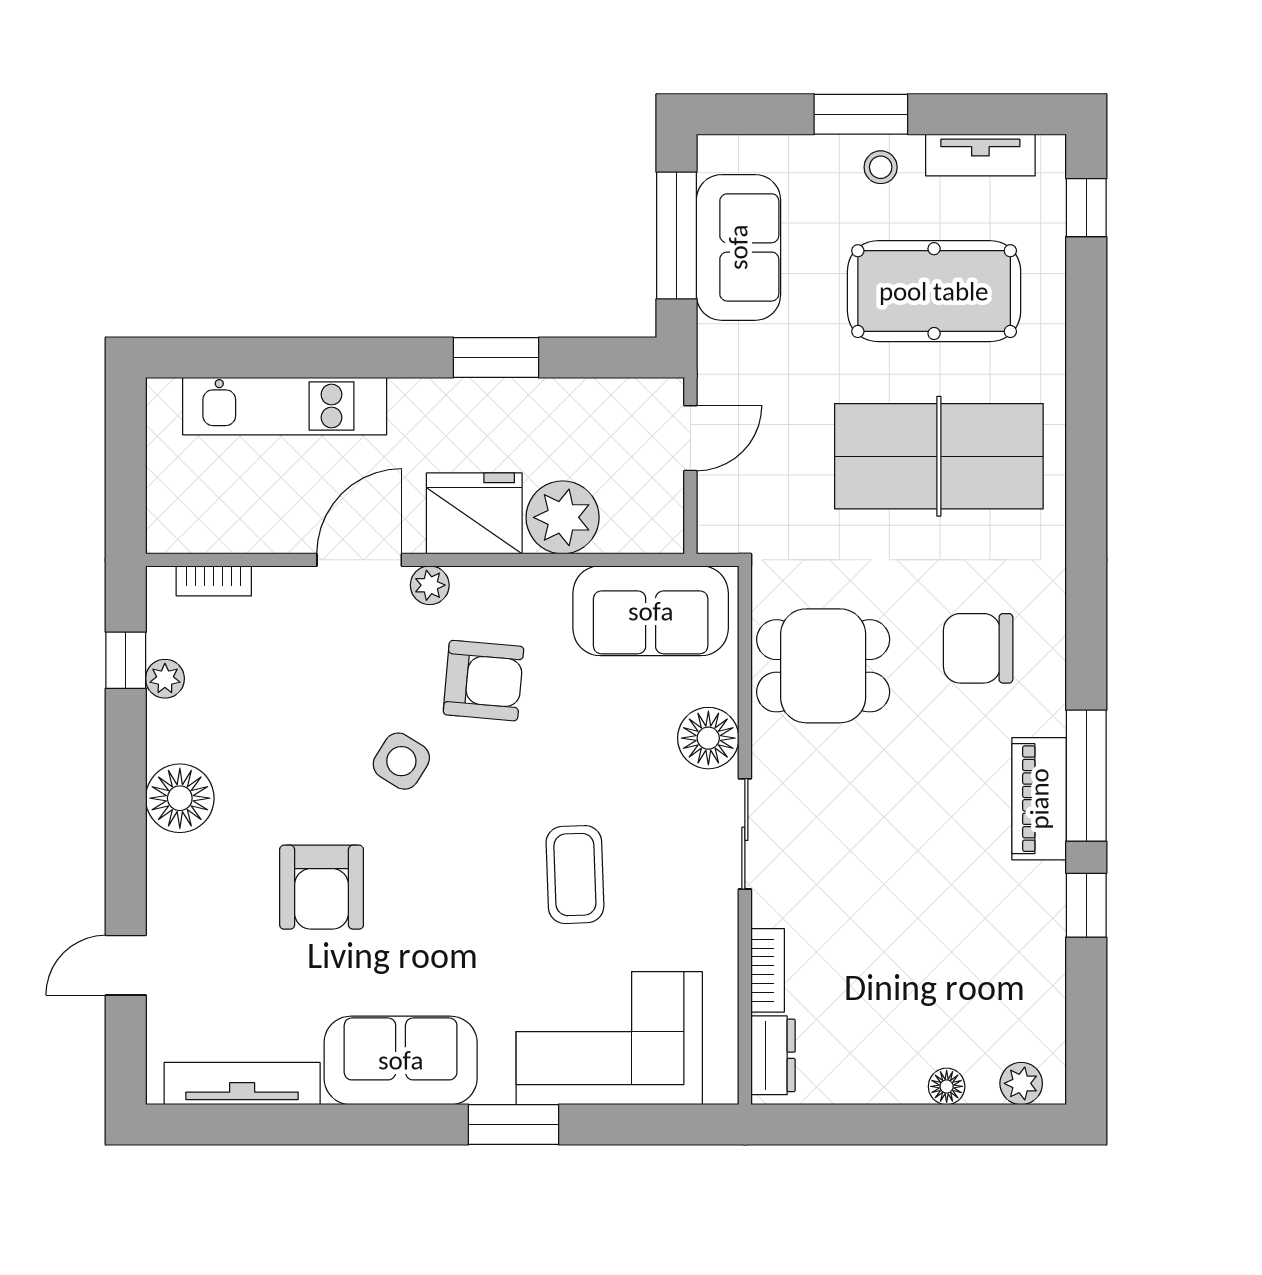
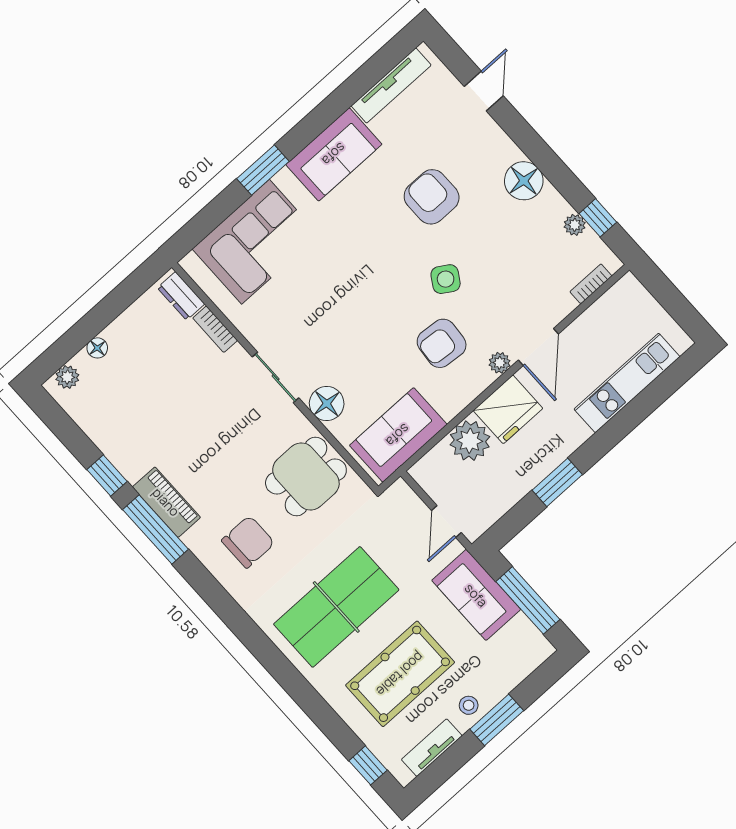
sofa: (738, 247) -> (476, 595), moved
coffee table: (575, 875) -> (331, 297), removed

